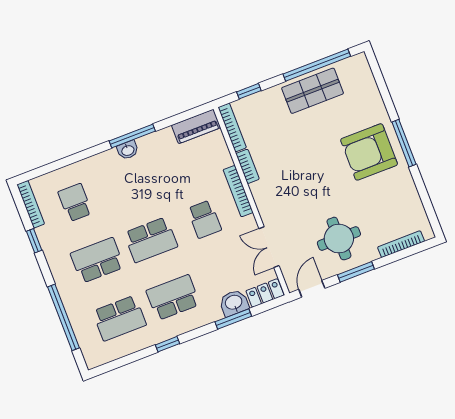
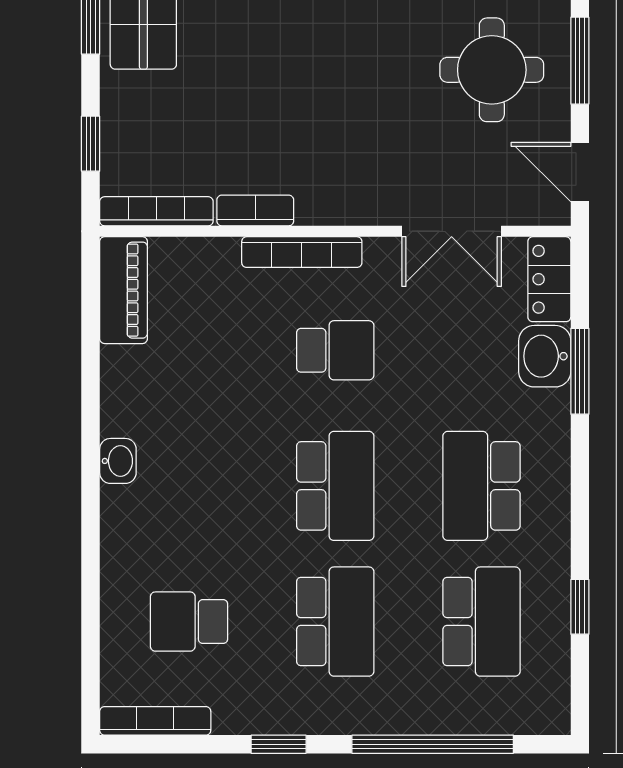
window: (132, 136) -> (91, 439), removed
window: (34, 241) -> (279, 744), moved
school desk: (97, 260) -> (335, 622), turned 180
window: (168, 344) -> (580, 607), moved

